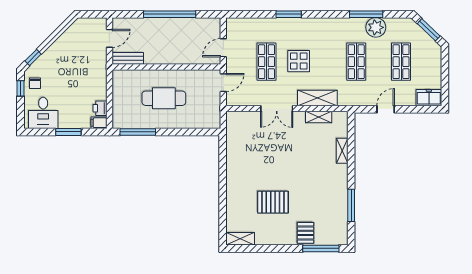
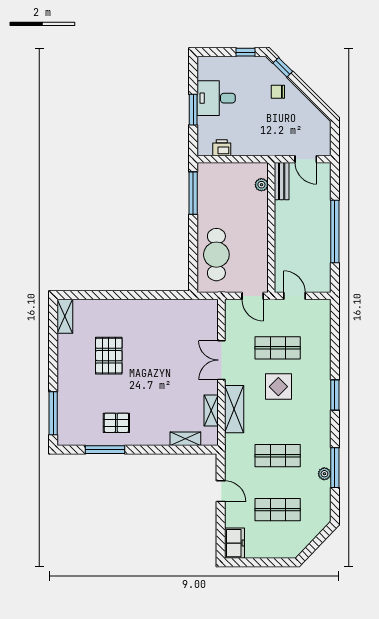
window: (289, 14) -> (335, 395), moved
plant: (376, 27) -> (324, 474), width x0.53, depth x0.53
window: (429, 30) -> (316, 543), removed
plant: (131, 75) -> (261, 185), added
chair: (35, 83) -> (278, 92), moved
cafe table: (164, 98) -> (216, 255), moved
desk: (43, 113) -> (216, 98), moved
filing cabinet: (99, 123) -> (204, 146), removed
shelving: (342, 151) -> (185, 439), moved
pallet: (305, 233) -> (116, 423), moved

